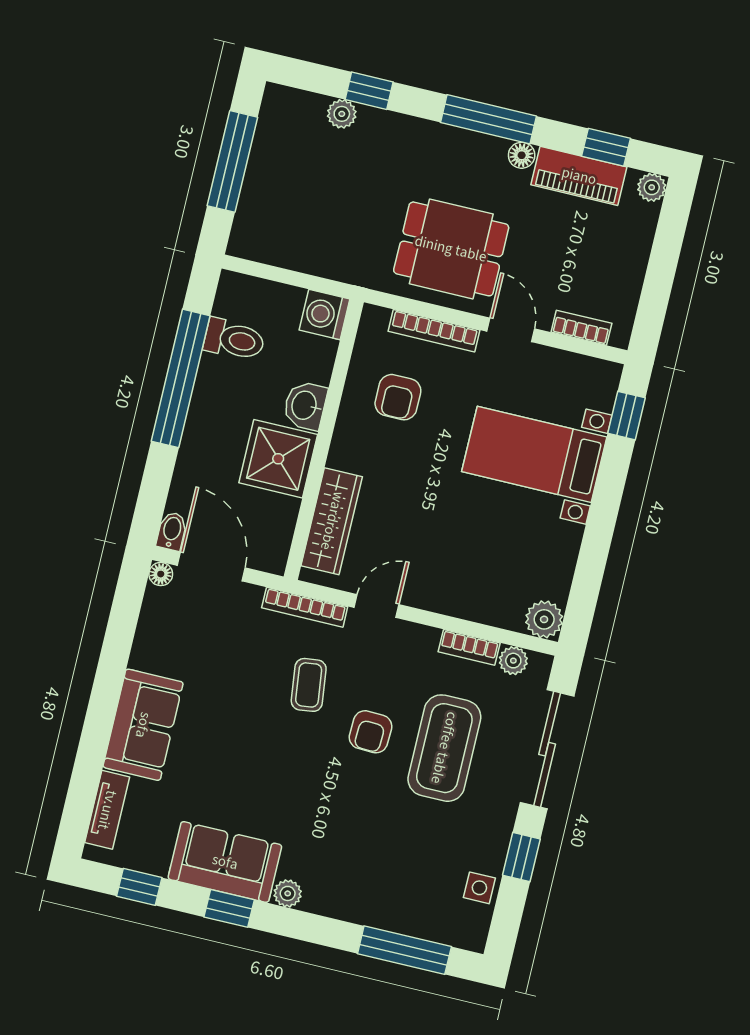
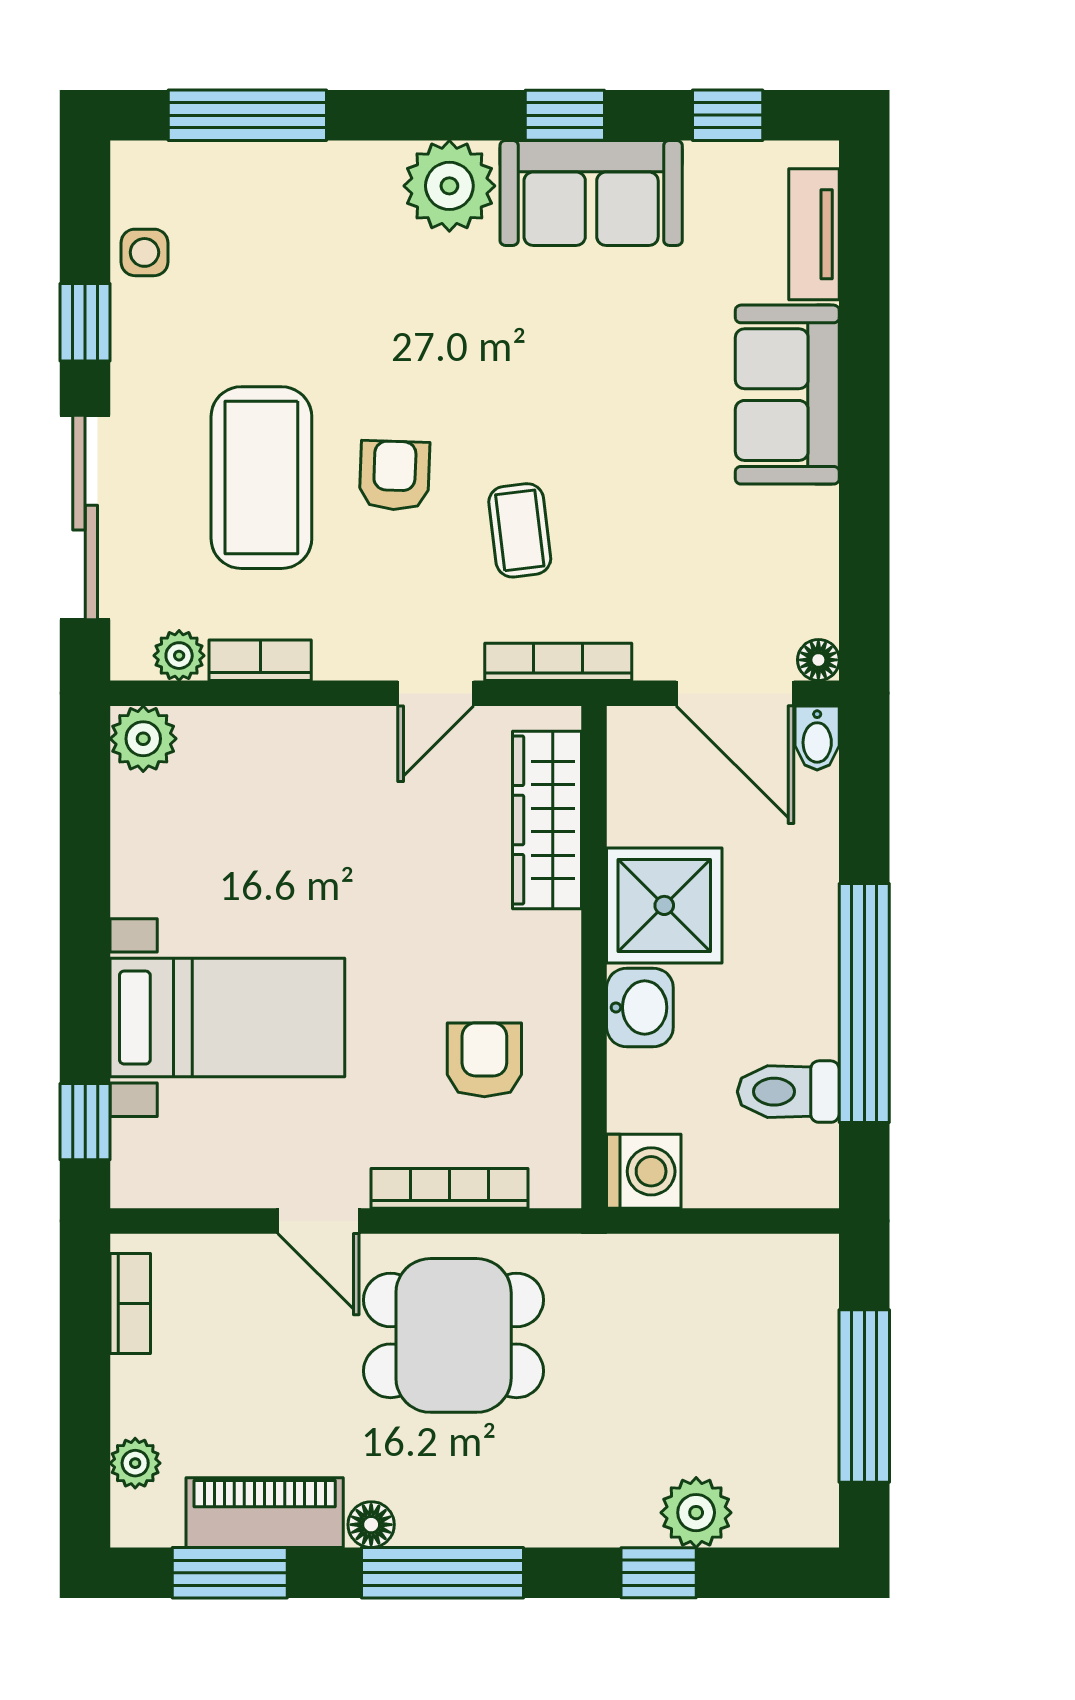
plant: (342, 114) -> (696, 1513), width x1.38, depth x1.38
window: (606, 147) -> (230, 1573), width x1.50
plant: (652, 187) -> (135, 1463), moved
bookcase: (581, 328) -> (130, 1303), moved, turned -90
plant: (288, 893) -> (449, 186), width x1.87, depth x1.87

